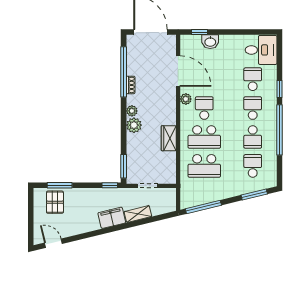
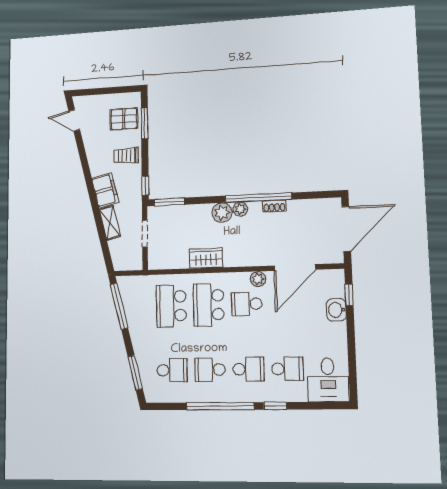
window: (124, 72) -> (258, 198), moved
school desk: (204, 108) -> (247, 304), turned 180
trolley: (85, 201) -> (126, 156), added
door: (53, 243) -> (74, 120), swing flipped

